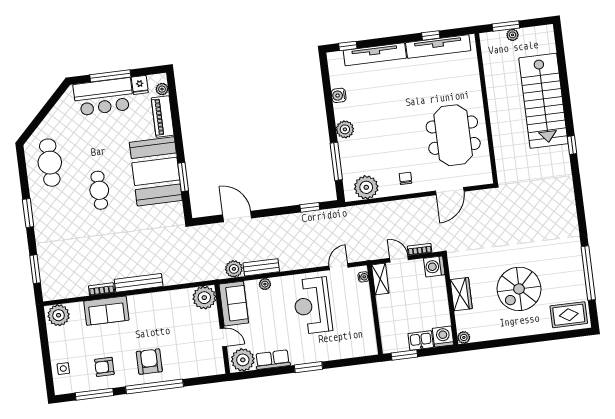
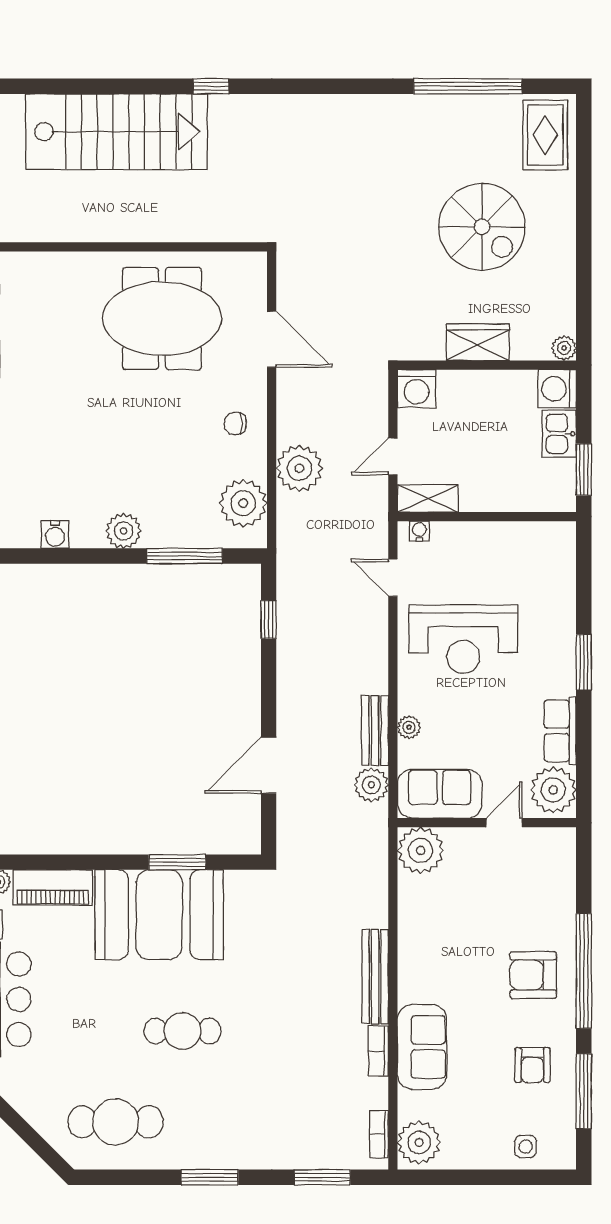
plant: (387, 213) -> (299, 468), added
bookcase: (420, 249) -> (379, 1134), moved

